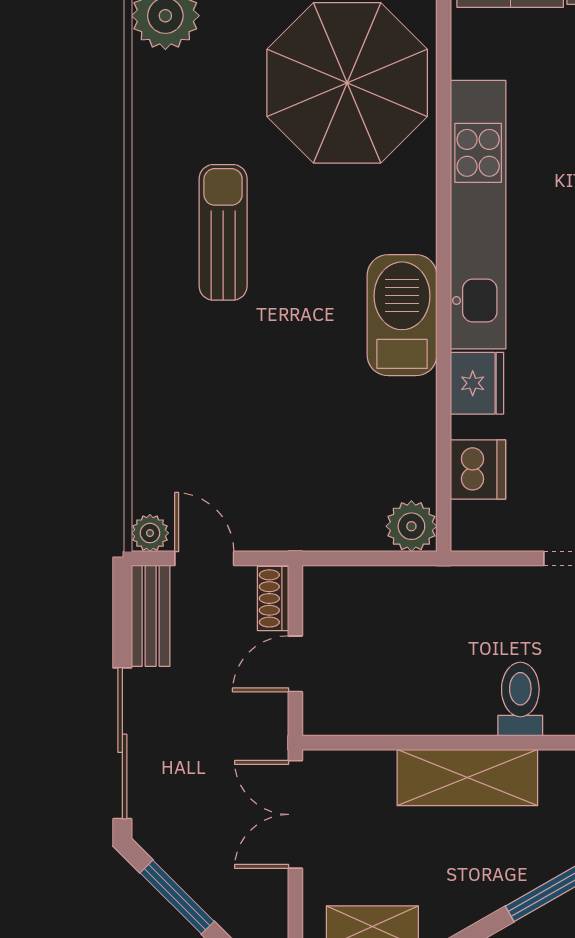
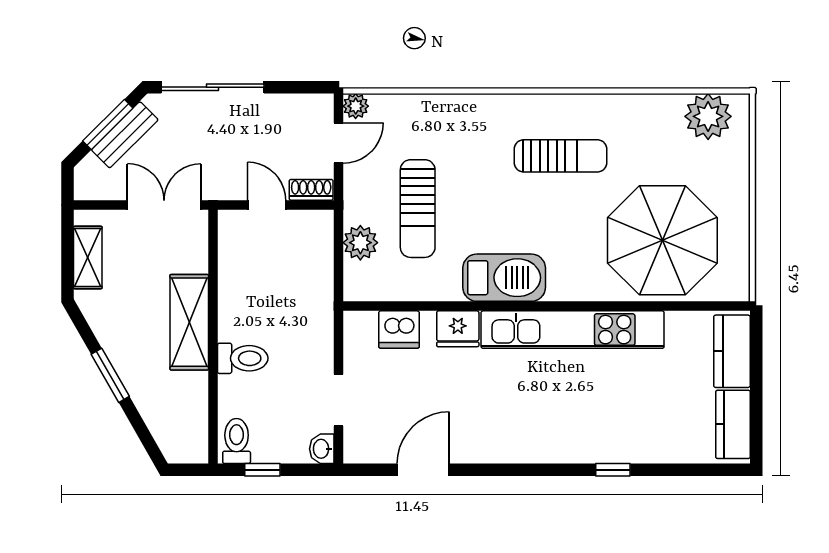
sun lounger: (301, 442) -> (418, 209), added
plant: (411, 526) -> (360, 243), moved
bench: (151, 616) -> (125, 135), moved, turned -45

